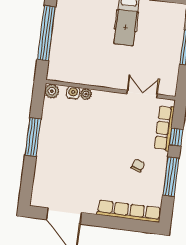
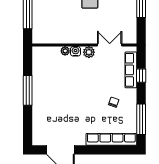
plant: (52, 91) -> (89, 52), moved
water cooler: (73, 93) -> (75, 51), moved
window: (171, 177) -> (141, 119), moved

